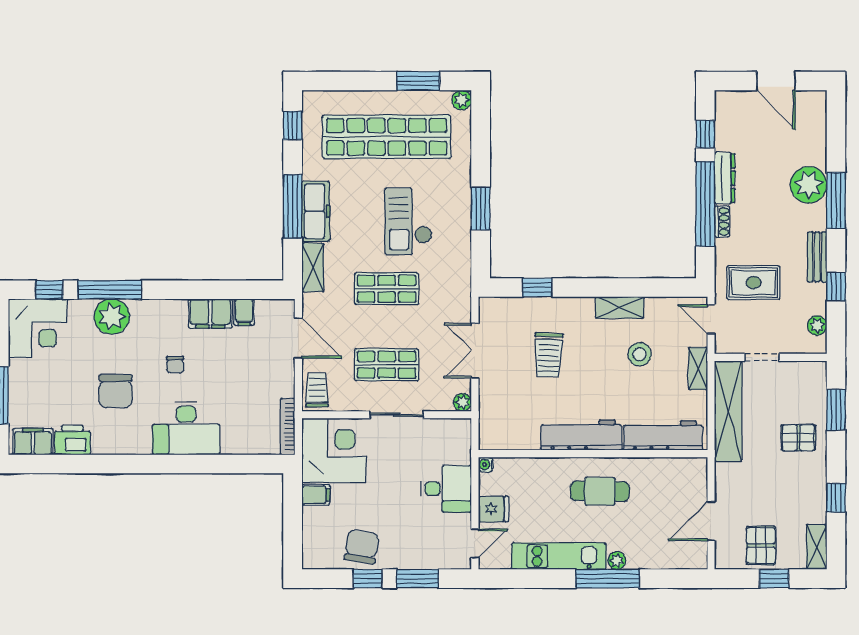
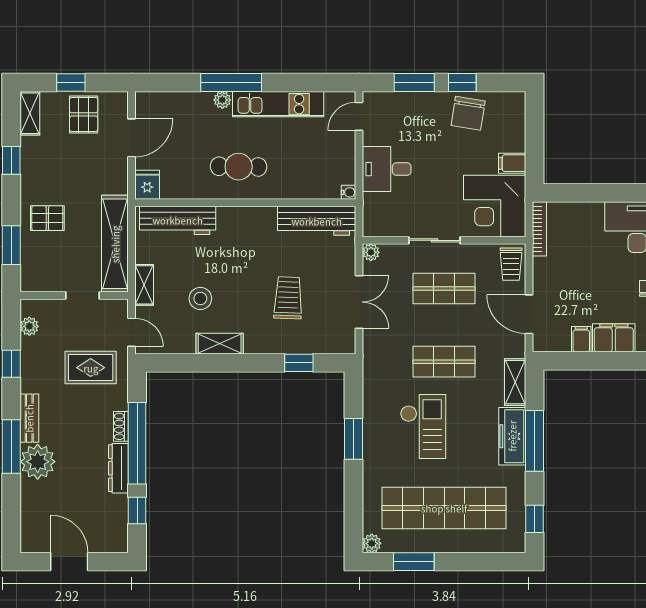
bench: (817, 257) -> (29, 418), moved
workbench: (581, 435) -> (317, 221), moved
fridge: (494, 509) -> (147, 185), moved, turned 90

